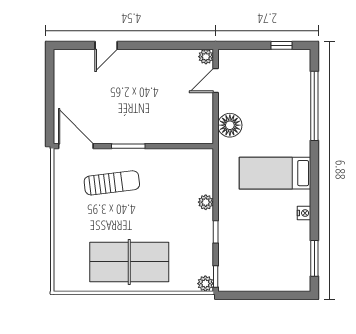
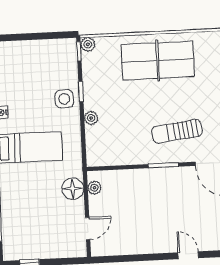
door: (106, 45) -> (188, 255), hinge flipped
plant: (206, 57) -> (94, 188), moved
side table: (234, 225) -> (64, 99), added

